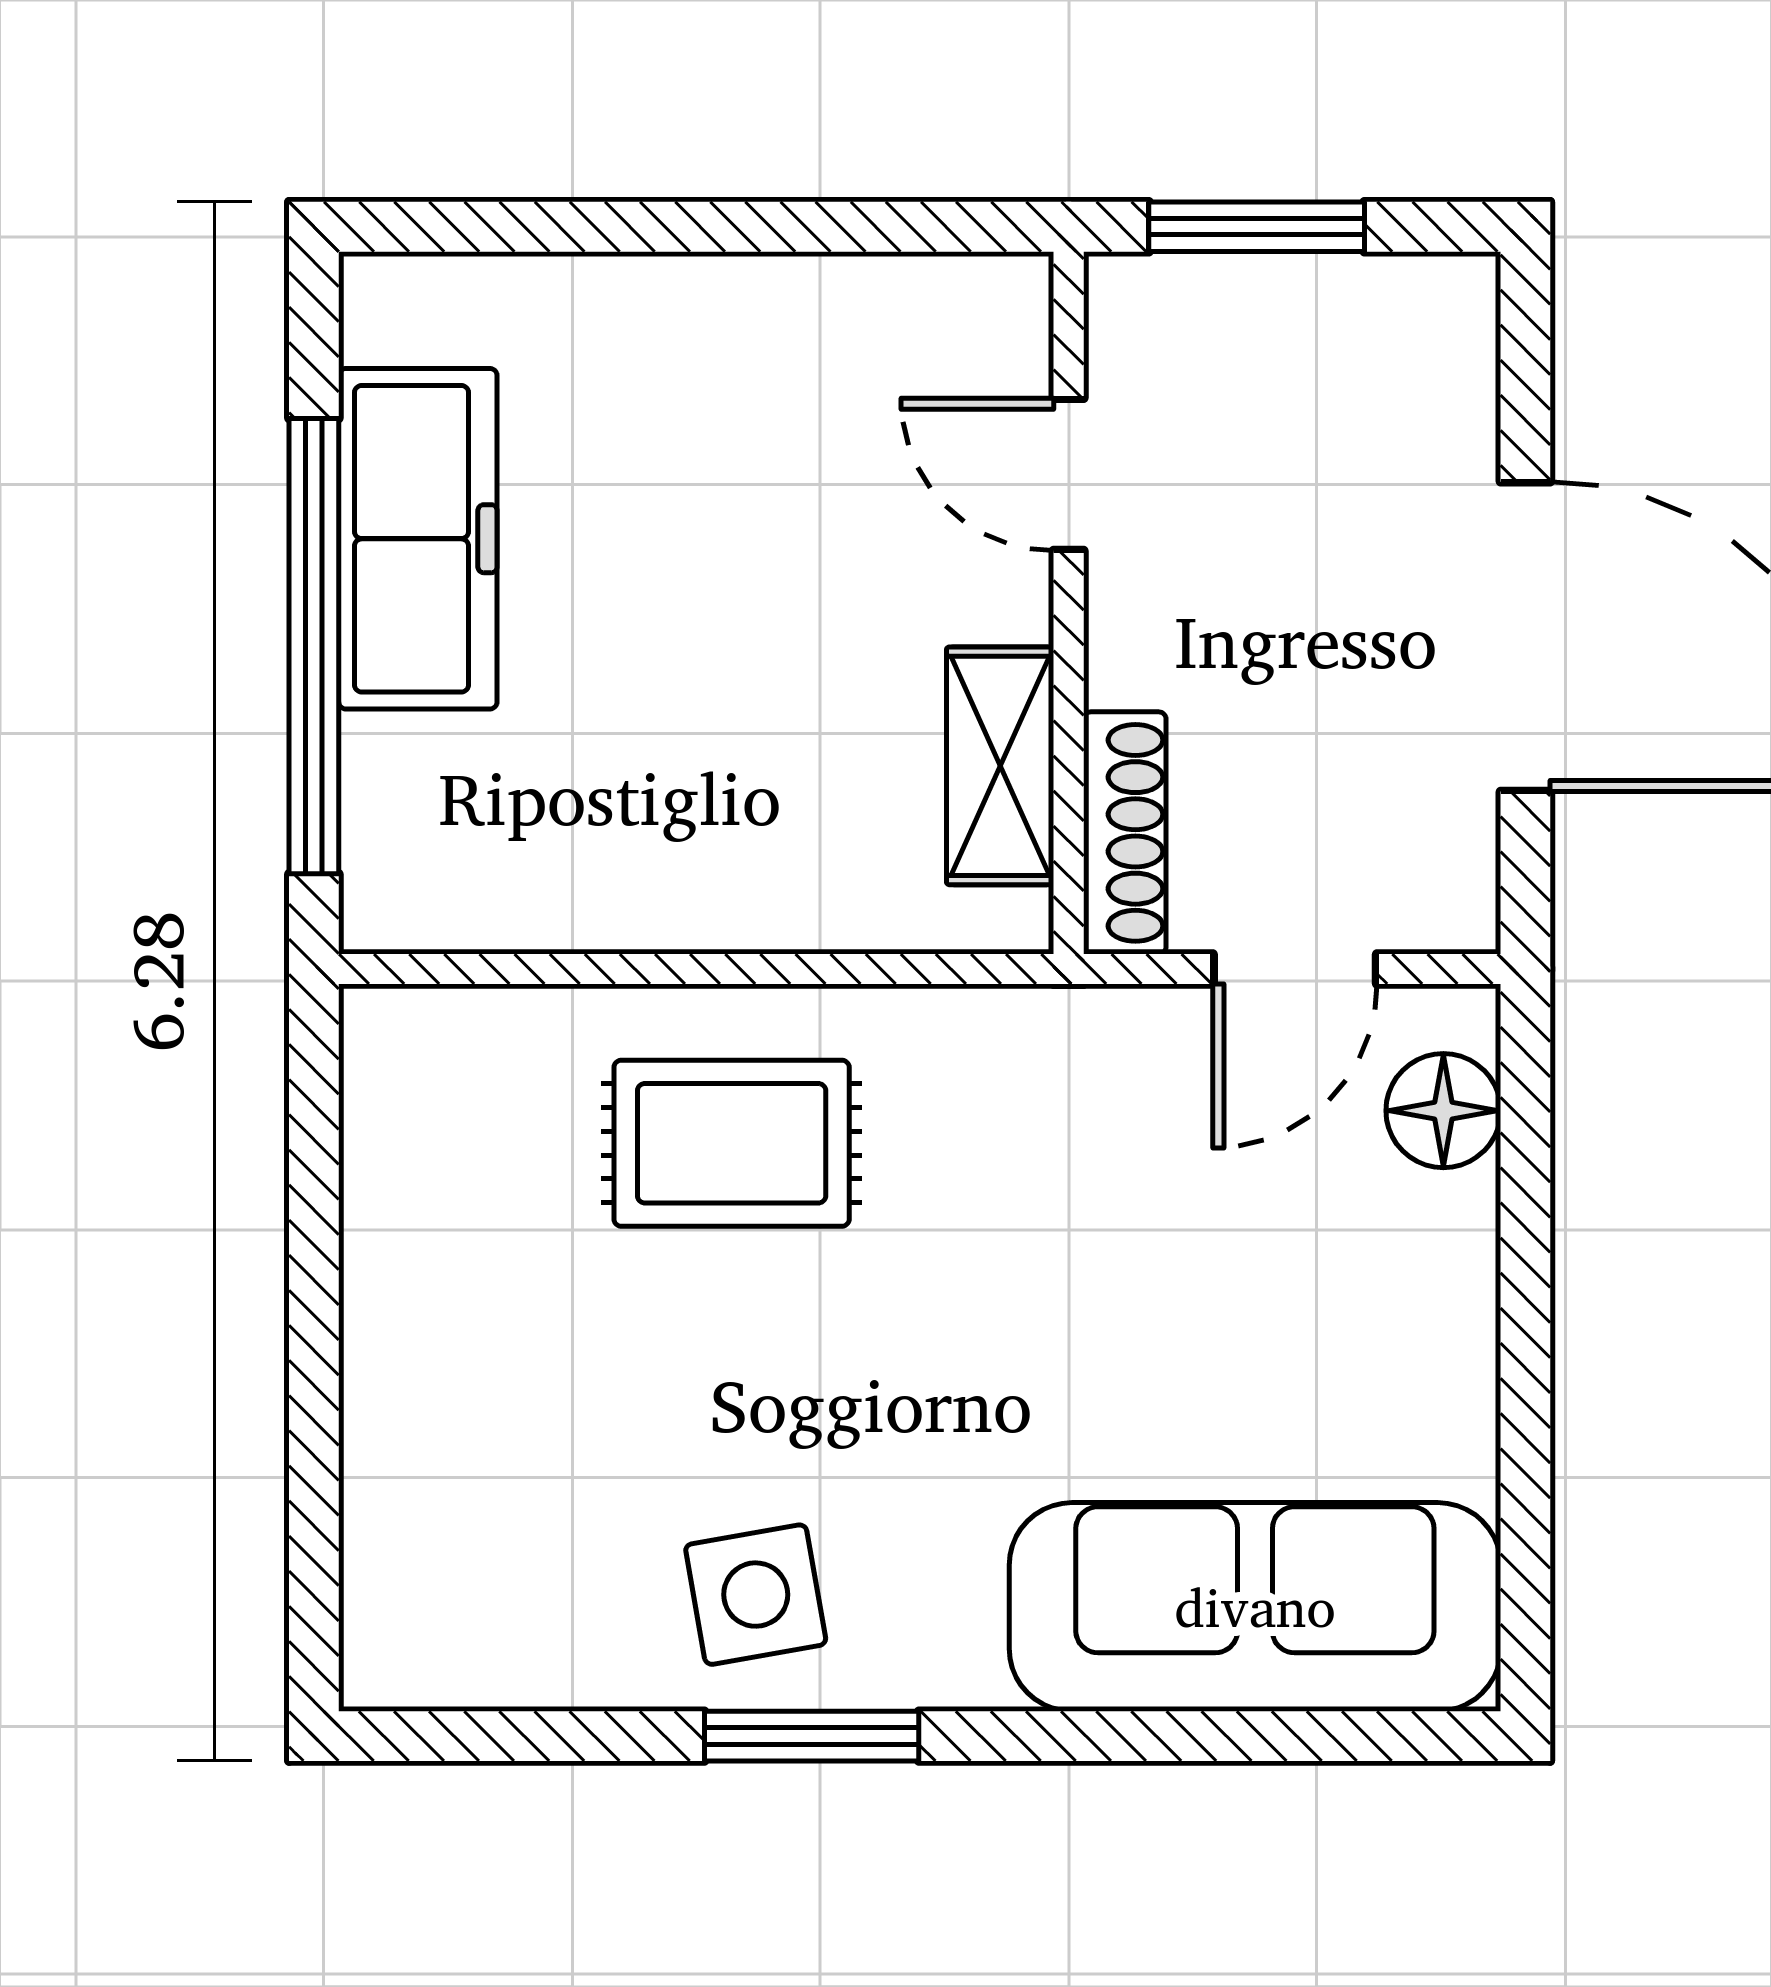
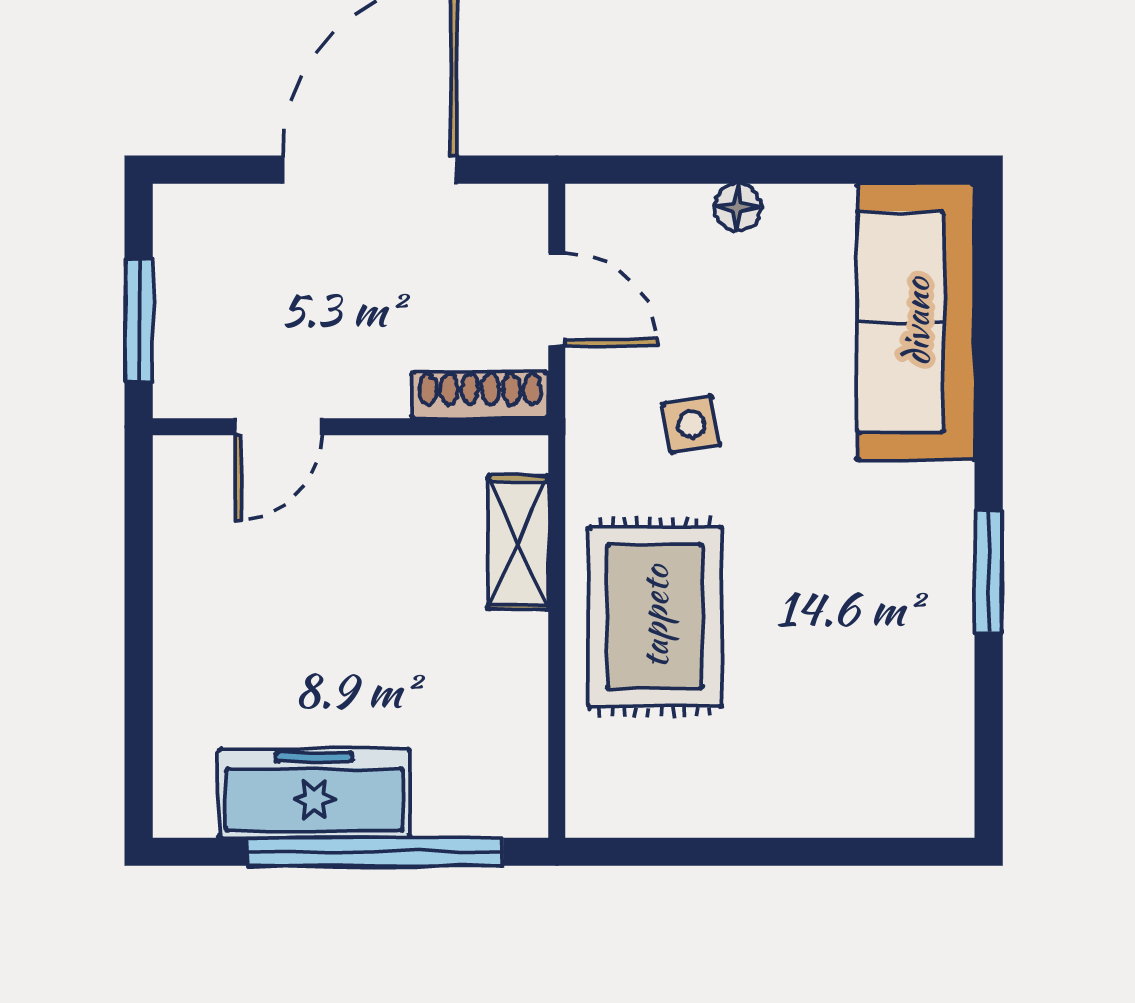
shelving: (1000, 766) -> (518, 542), moved, turned 90
floor lamp: (1443, 1111) -> (737, 207), moved, width x0.73, depth x0.73
rug: (732, 1143) -> (655, 617), width x1.36, depth x1.43
side table: (756, 1595) -> (691, 424), moved, width x0.73, depth x0.73

